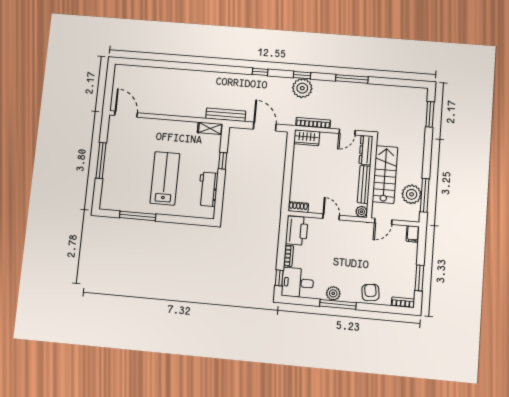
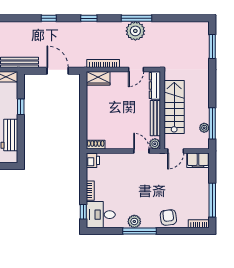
plant: (302, 88) -> (135, 31), moved
plant: (412, 194) -> (204, 128), width x0.53, depth x0.53
door: (331, 217) -> (141, 151), moved
printer: (297, 231) -> (93, 160), width x0.53, depth x0.68
filing cabinet: (413, 234) -> (198, 160), width x2.00
window: (419, 278) -> (212, 200), width x1.44

